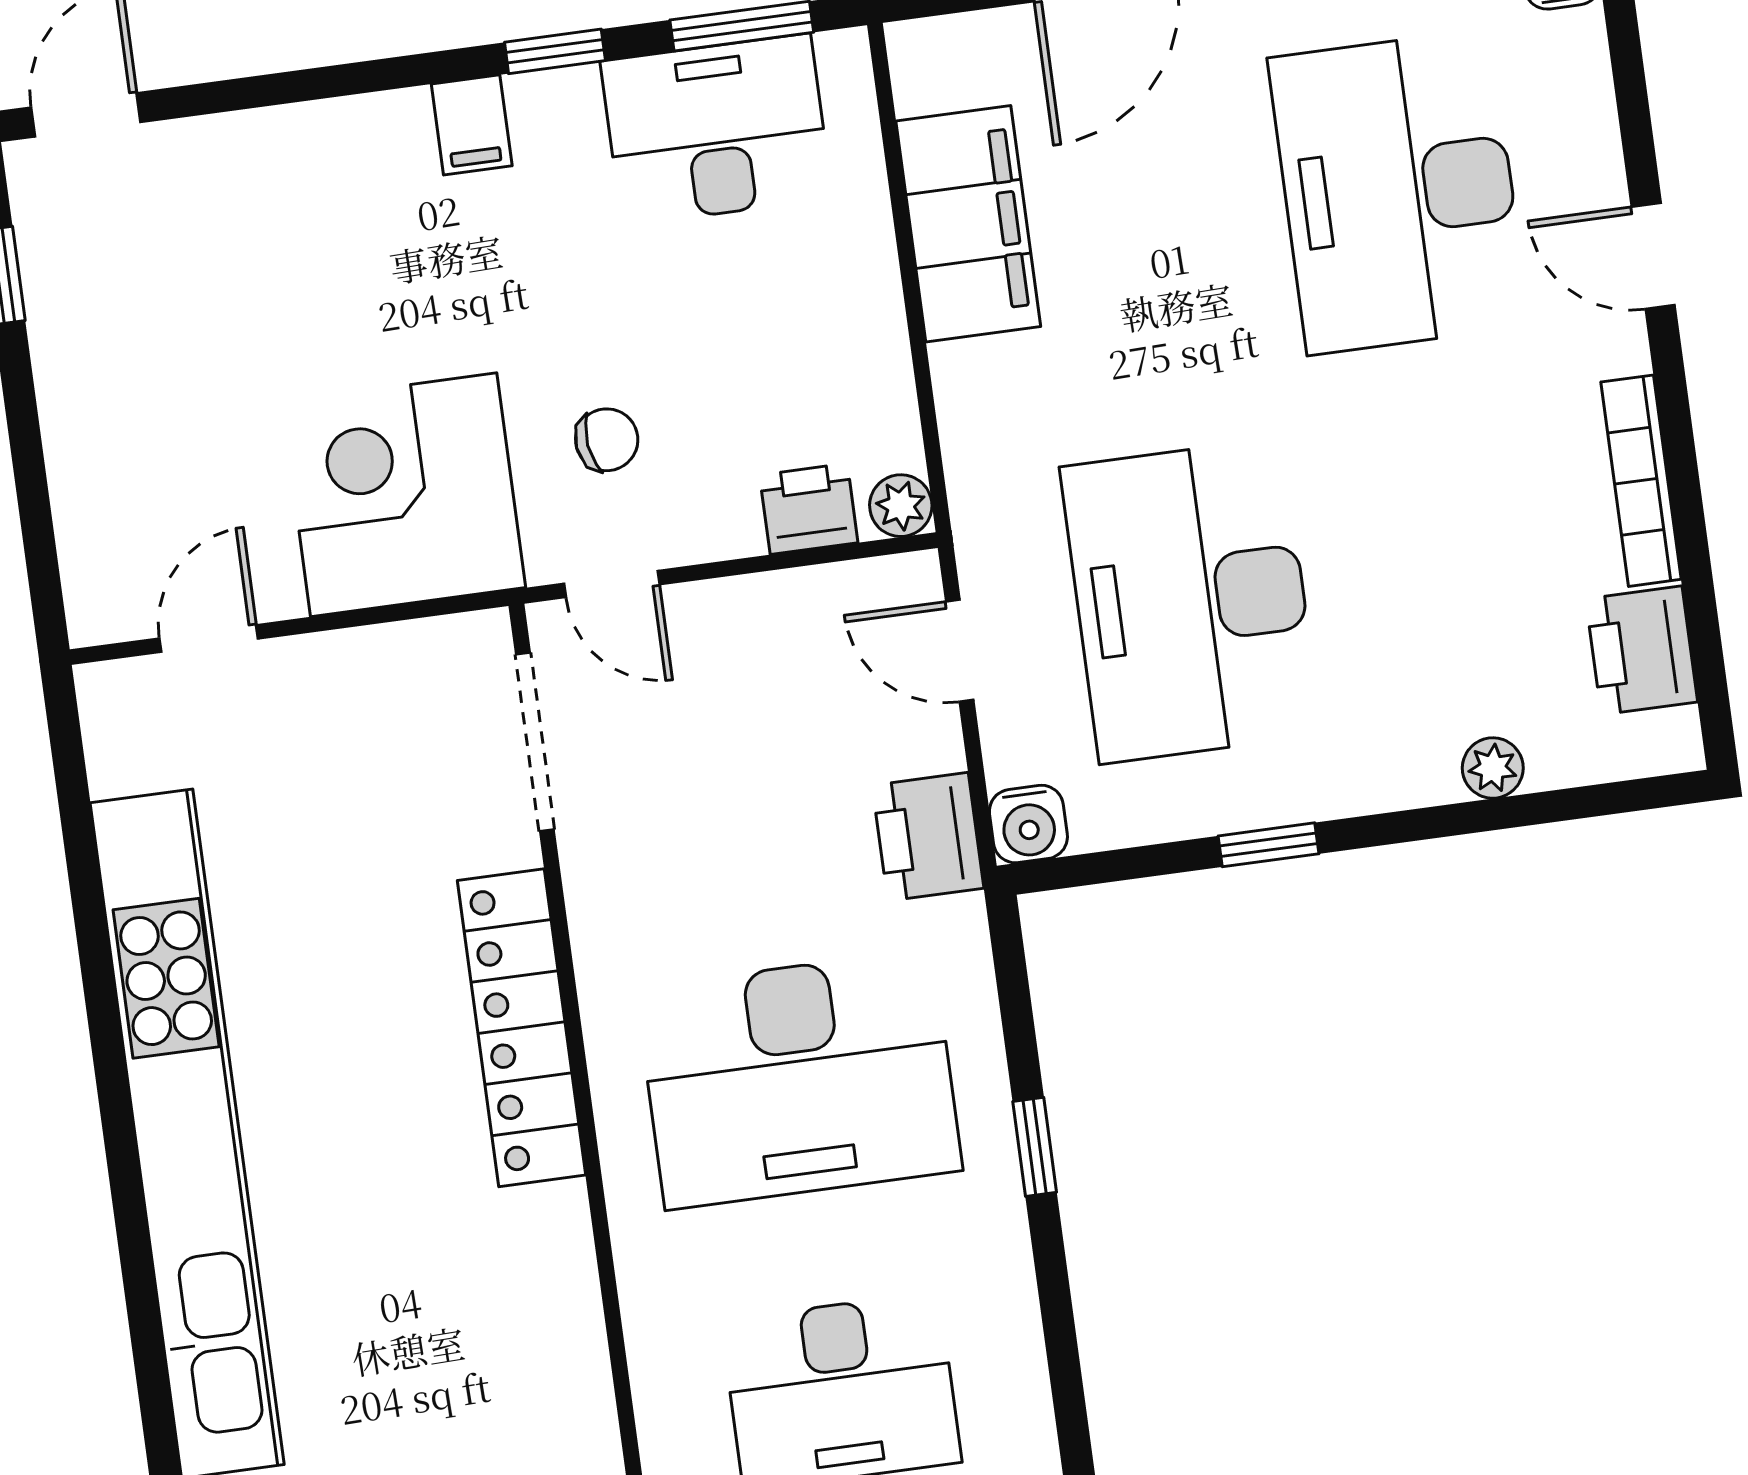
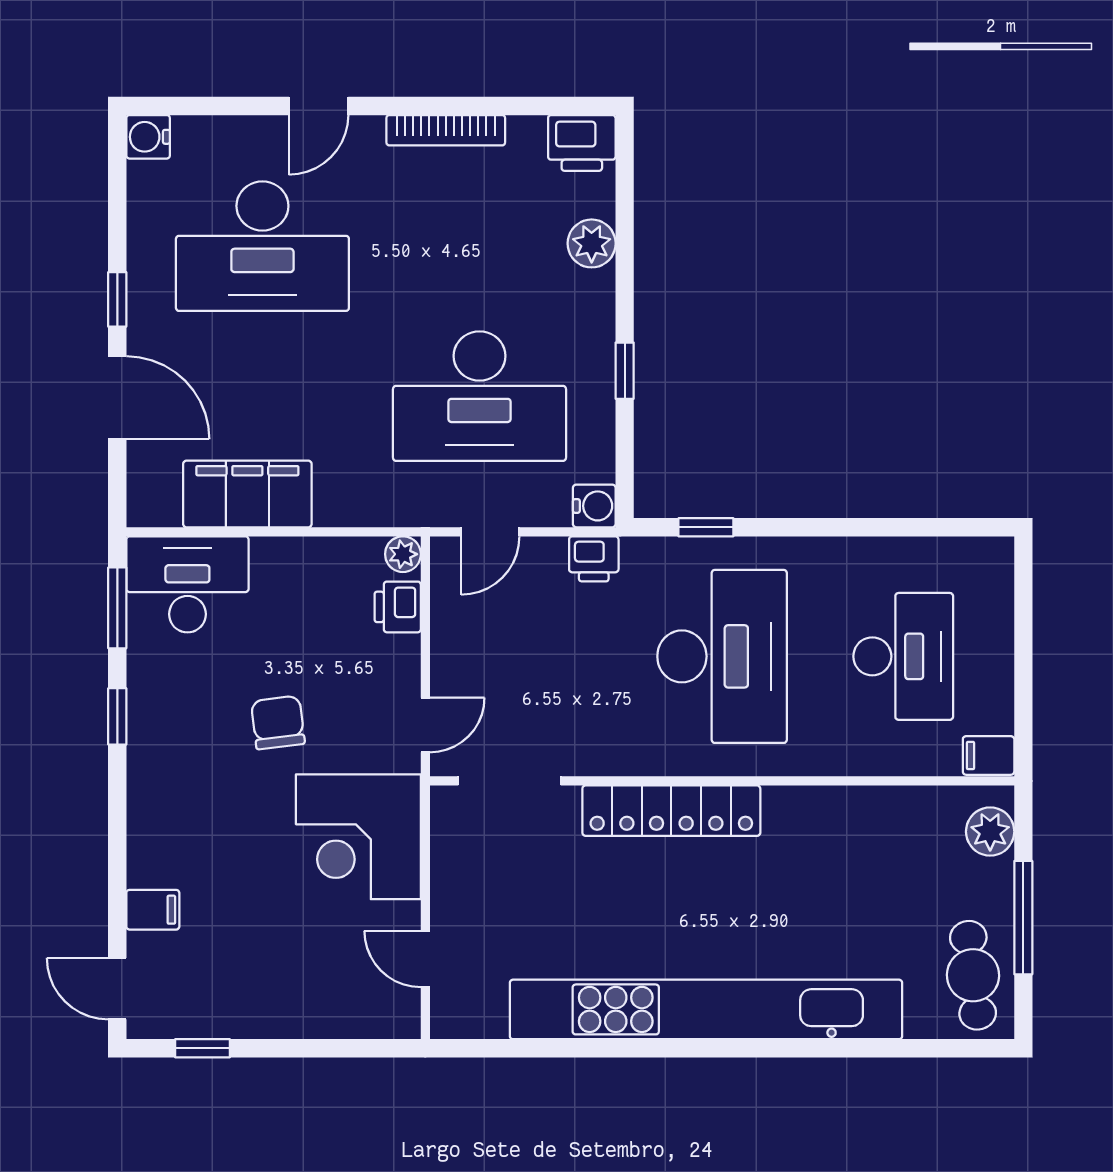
filing cabinet: (472, 125) -> (153, 910), moved
desk: (716, 130) -> (187, 584), moved, turned 90
chair: (607, 440) -> (278, 723), moved, width x1.37, depth x1.37
printer: (1642, 650) -> (582, 143), moved
plant: (1493, 768) -> (592, 243), width x1.38, depth x1.38
printer: (928, 837) -> (594, 559), width x0.73, depth x0.81
window: (1035, 1147) -> (706, 527), moved

